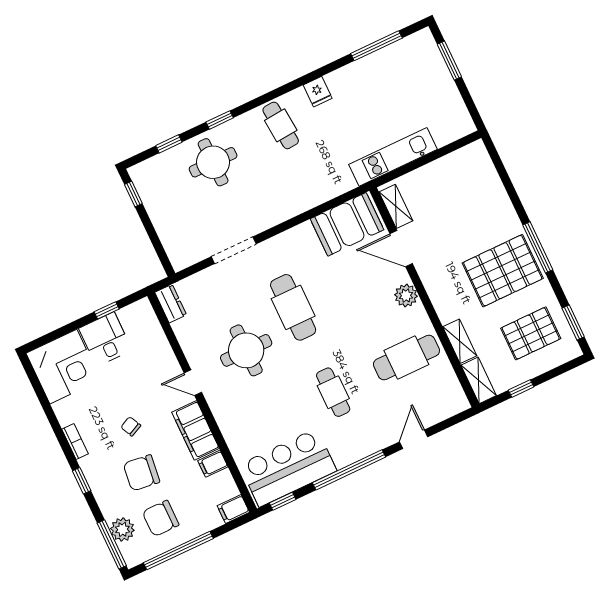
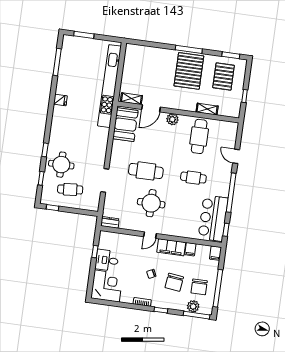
cafe table: (281, 125) -> (70, 189), moved
kitchen unit: (393, 157) -> (109, 86), width x1.86
shelving: (479, 380) -> (229, 112), removed

